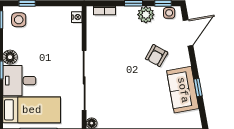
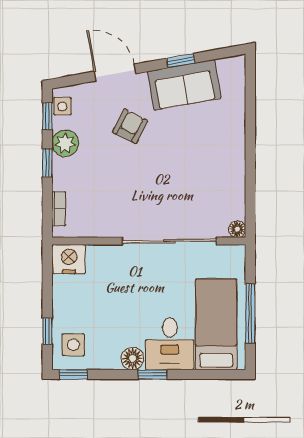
nightstand: (77, 17) -> (69, 259), width x1.89, depth x1.79
door: (188, 33) -> (115, 73), moved
armchair: (157, 56) -> (130, 126), turned -92

